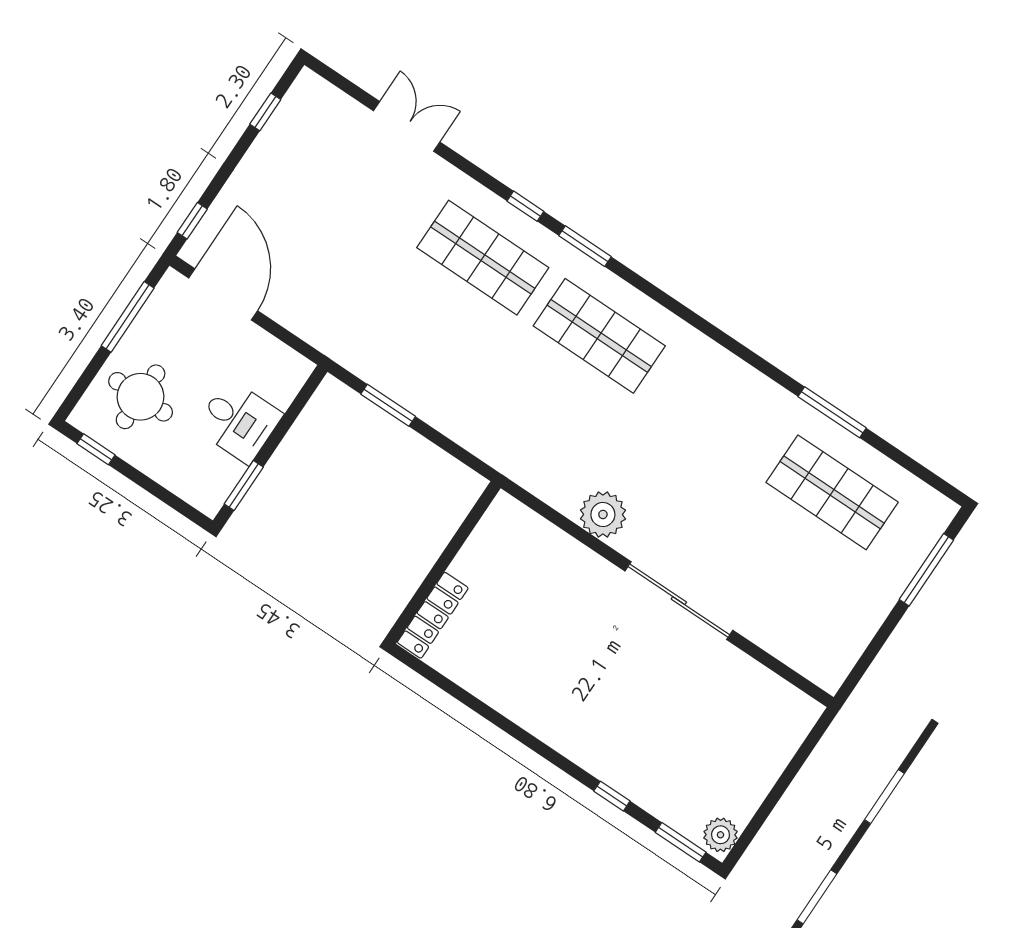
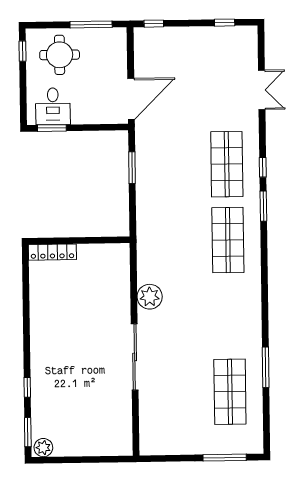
door: (223, 294) -> (131, 99), moved
desk: (239, 421) -> (53, 106), moved

